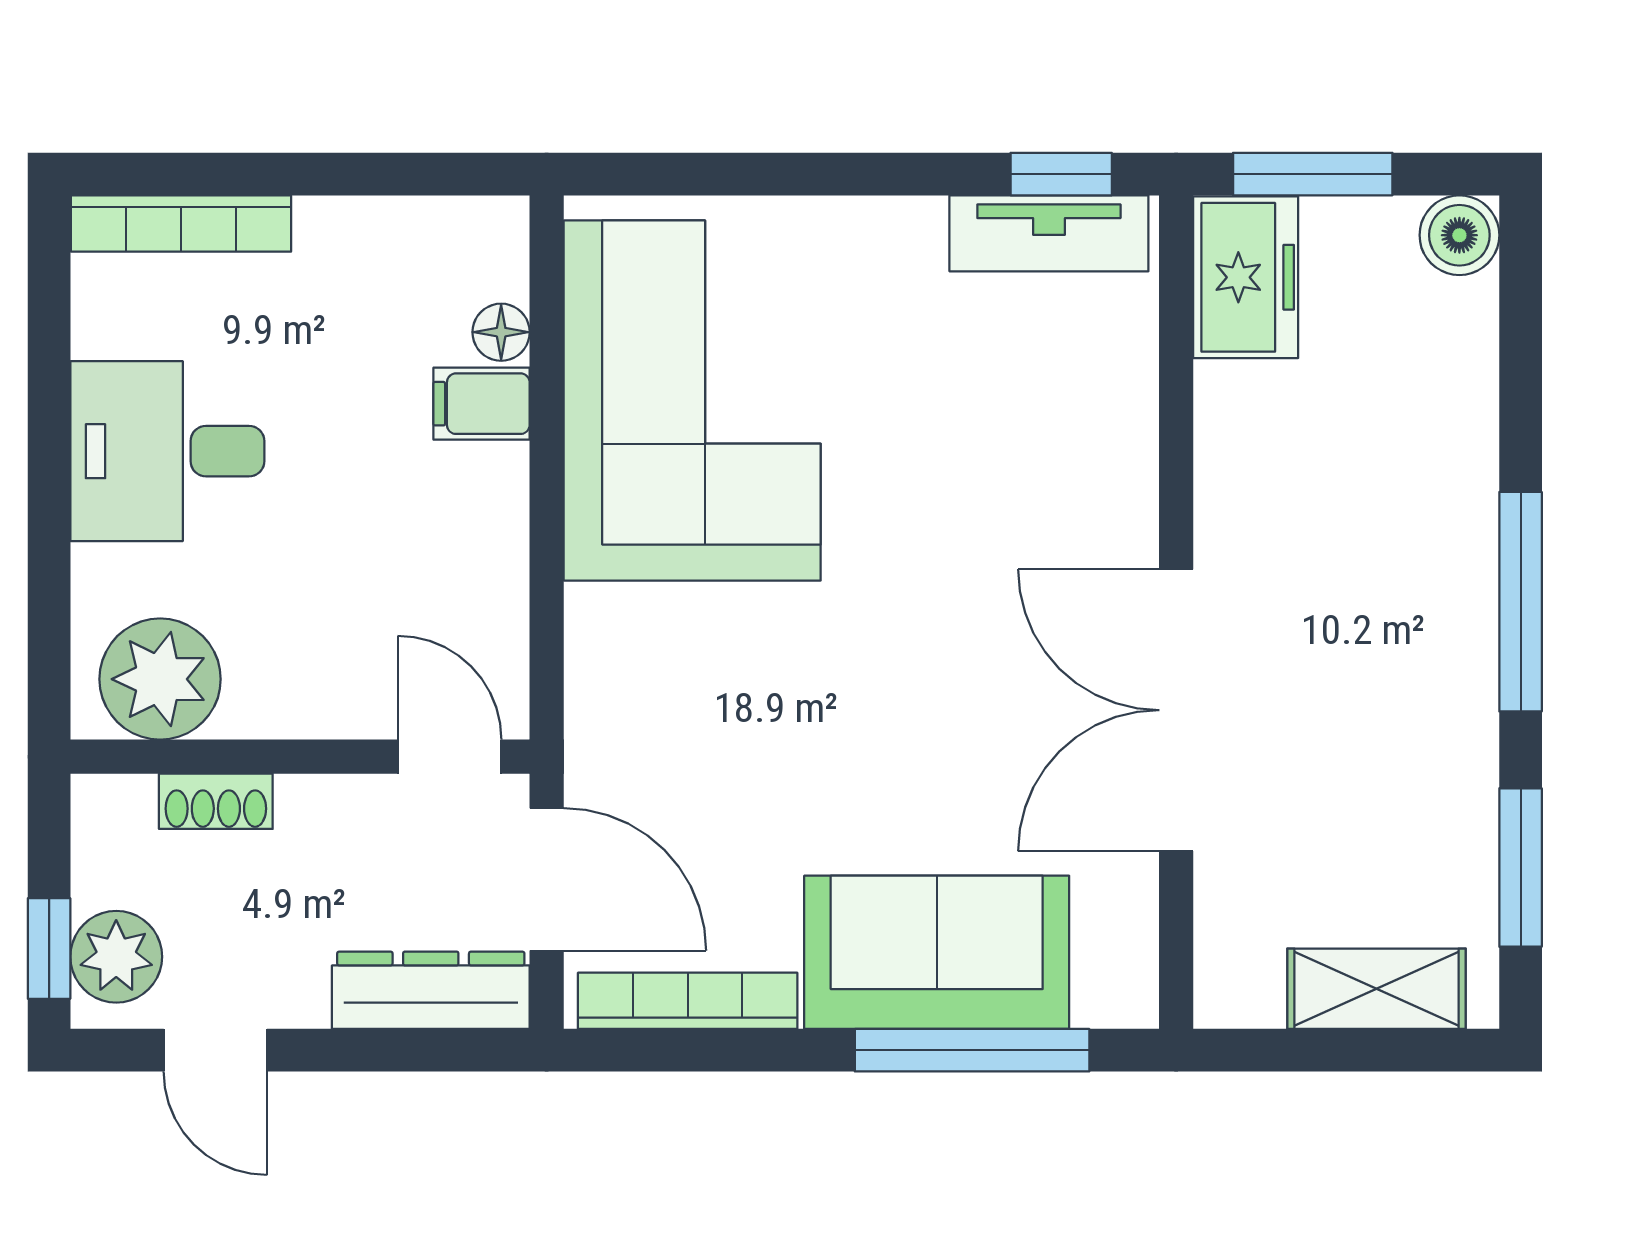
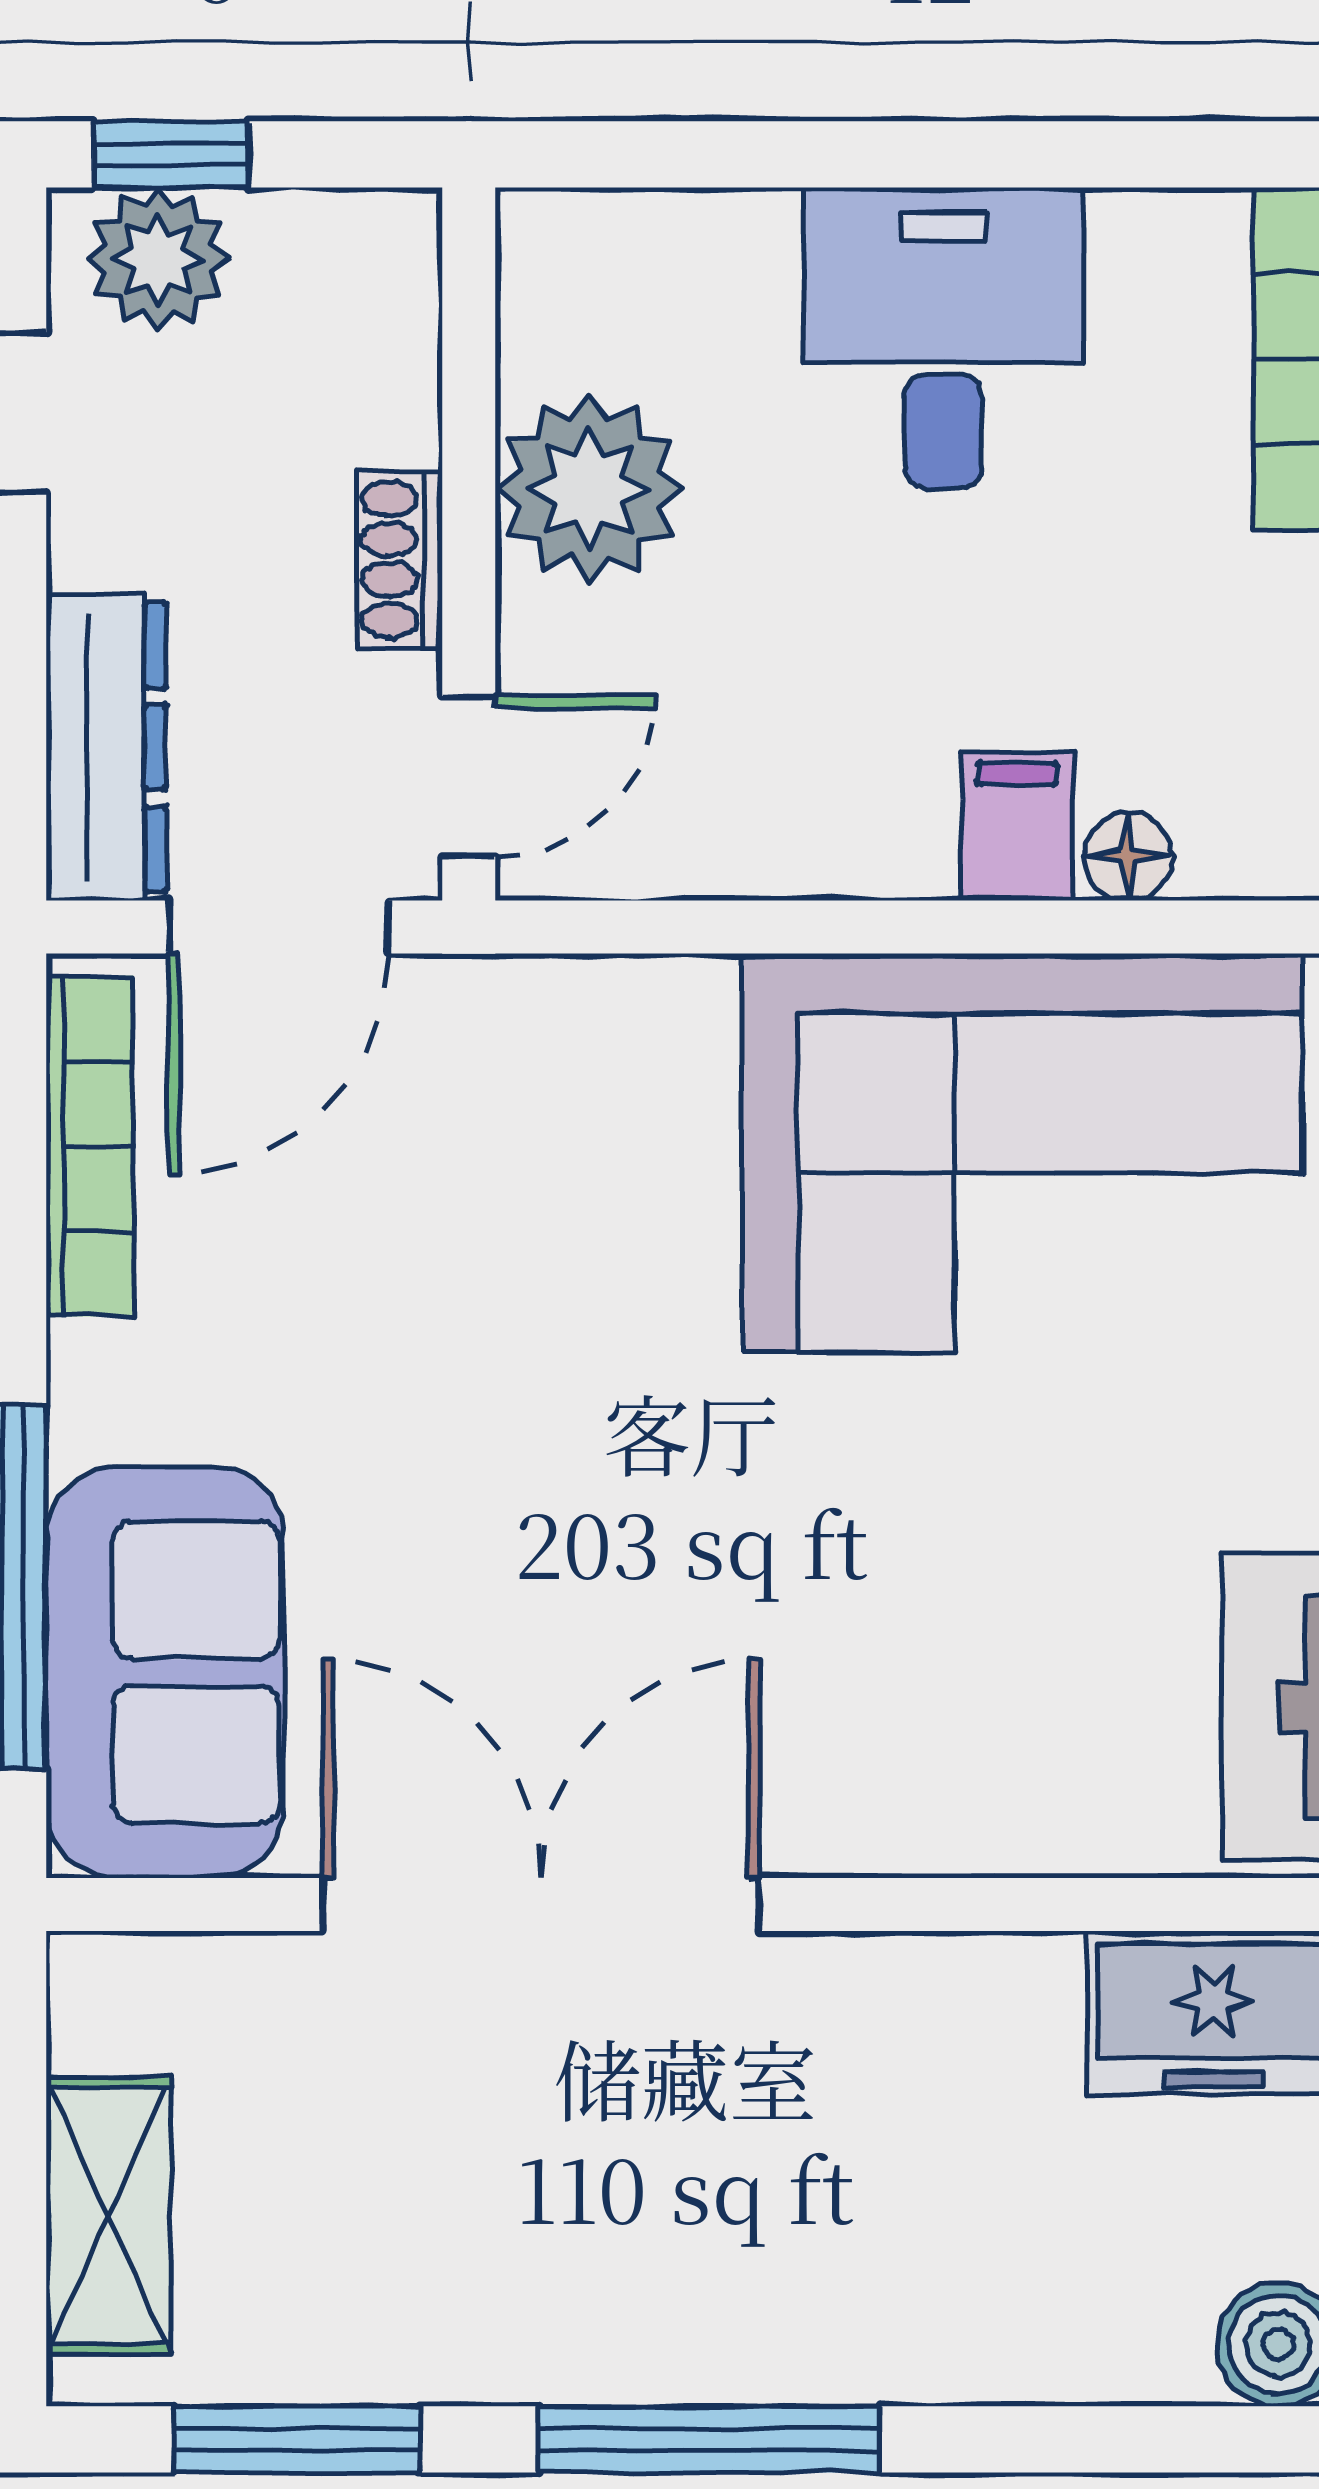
plant: (160, 679) -> (589, 489), moved
shoe rack: (216, 801) -> (399, 559), moved
sofa: (937, 952) -> (165, 1672), moved

